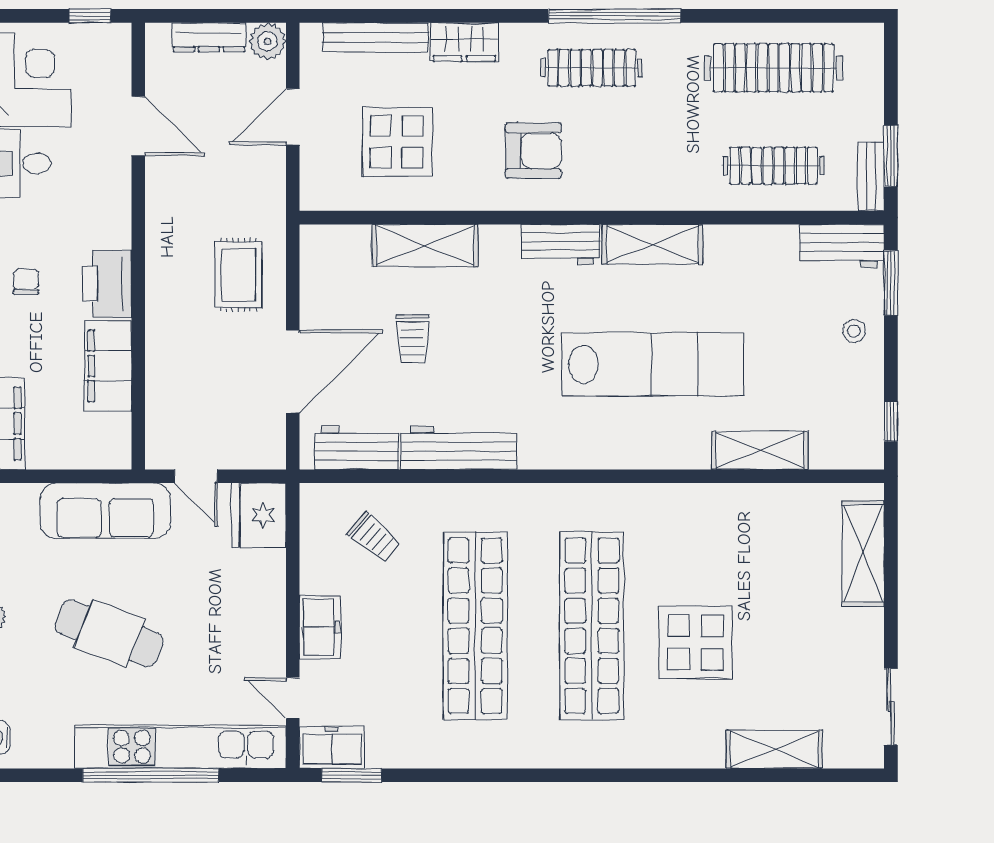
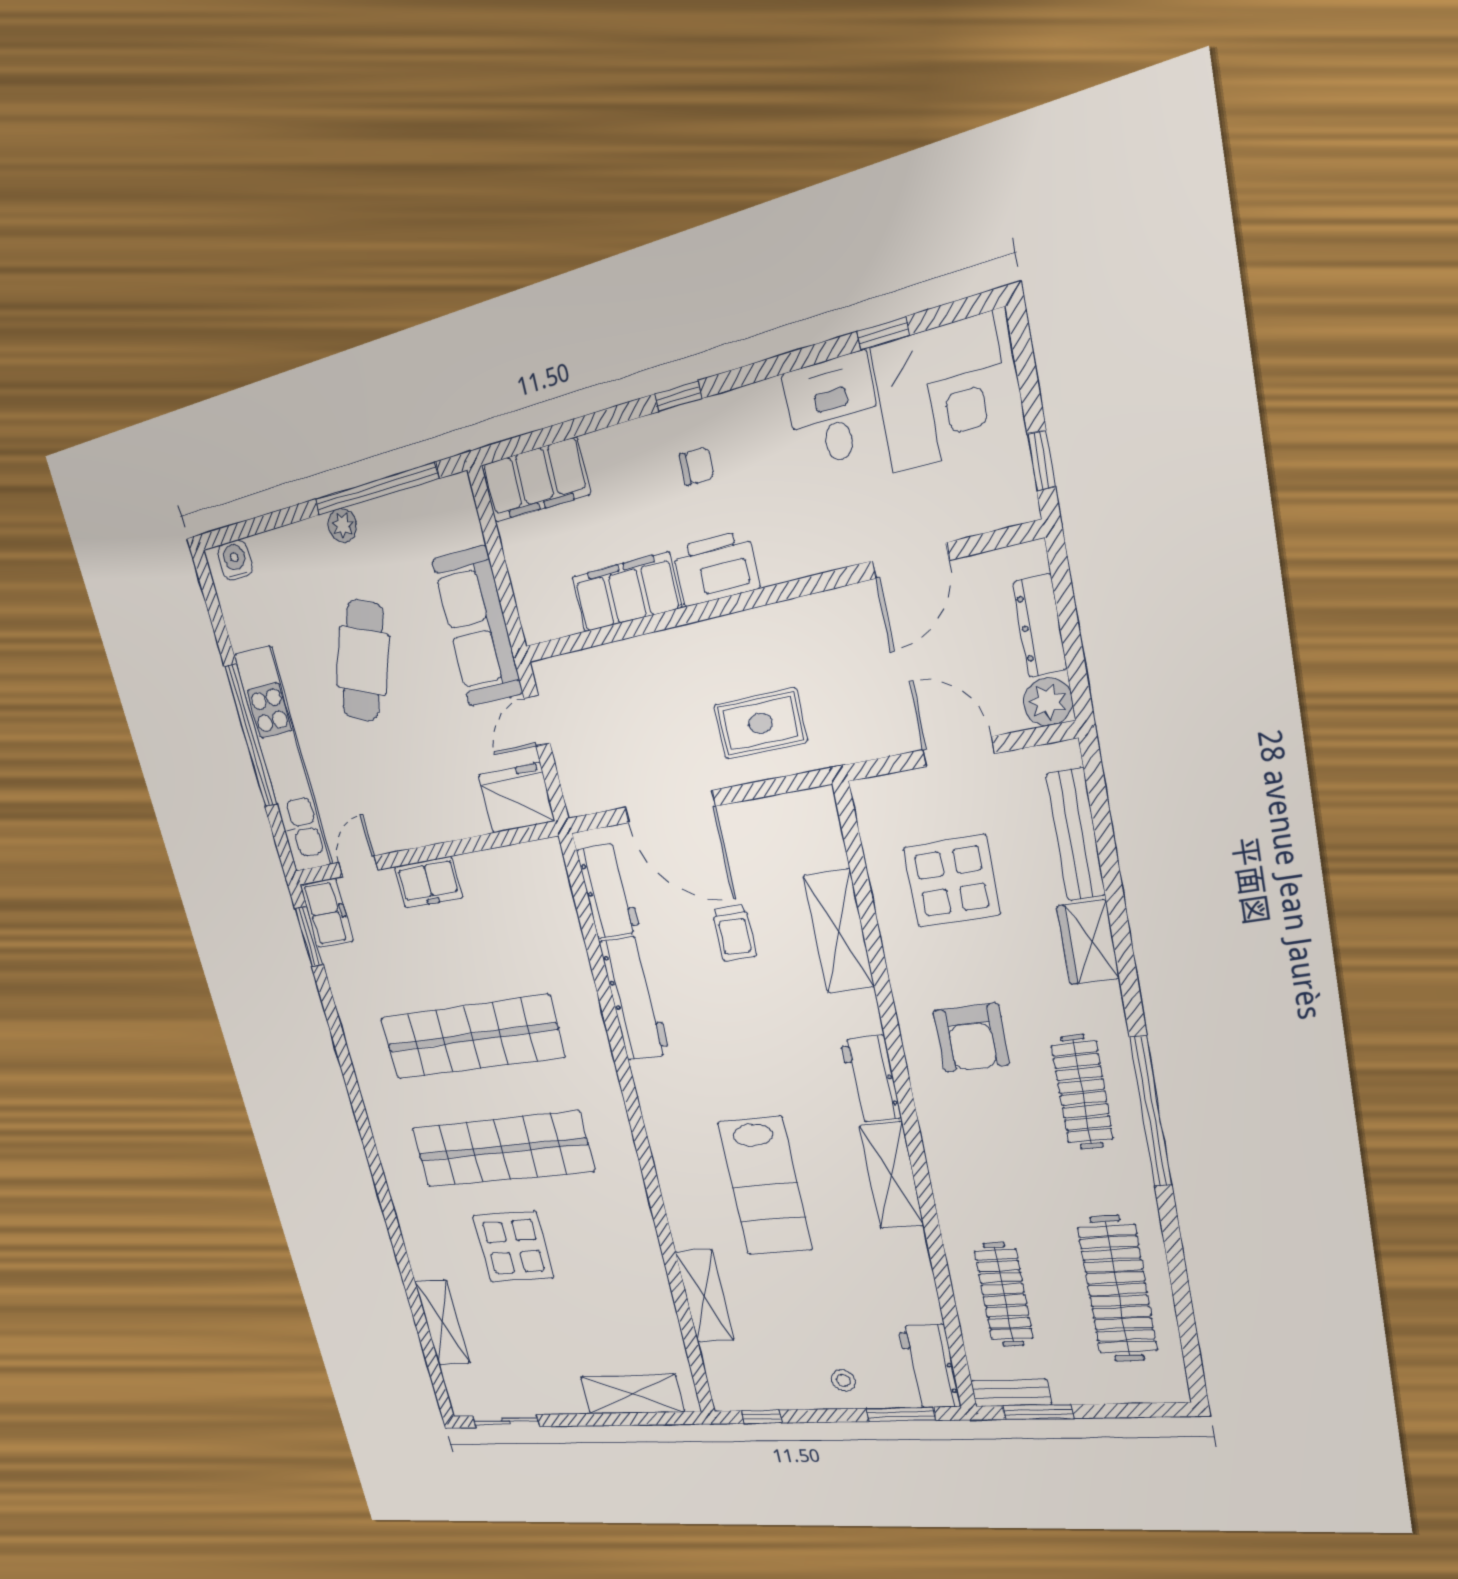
trolley: (412, 339) -> (734, 933), turned -90
lab bench: (653, 364) -> (765, 1186), width x0.73
trolley: (374, 537) -> (526, 923), removed

